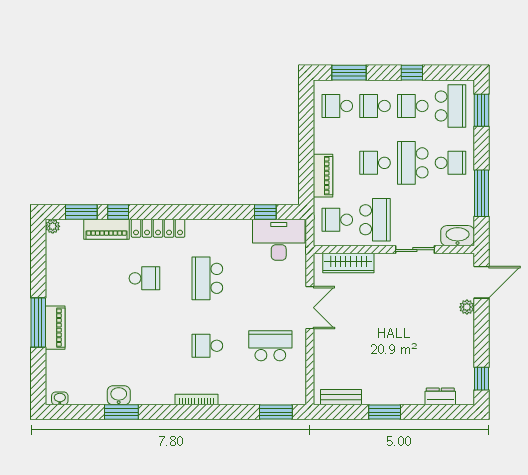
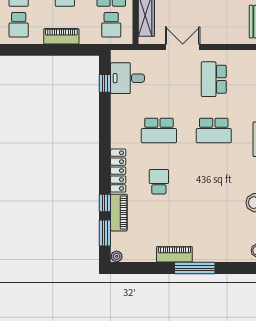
piano: (323, 176) -> (61, 36), moved
desk: (279, 240) -> (128, 78), width x0.73
piano: (55, 328) -> (174, 254), moved
school desk: (207, 346) -> (214, 130), width x1.85

